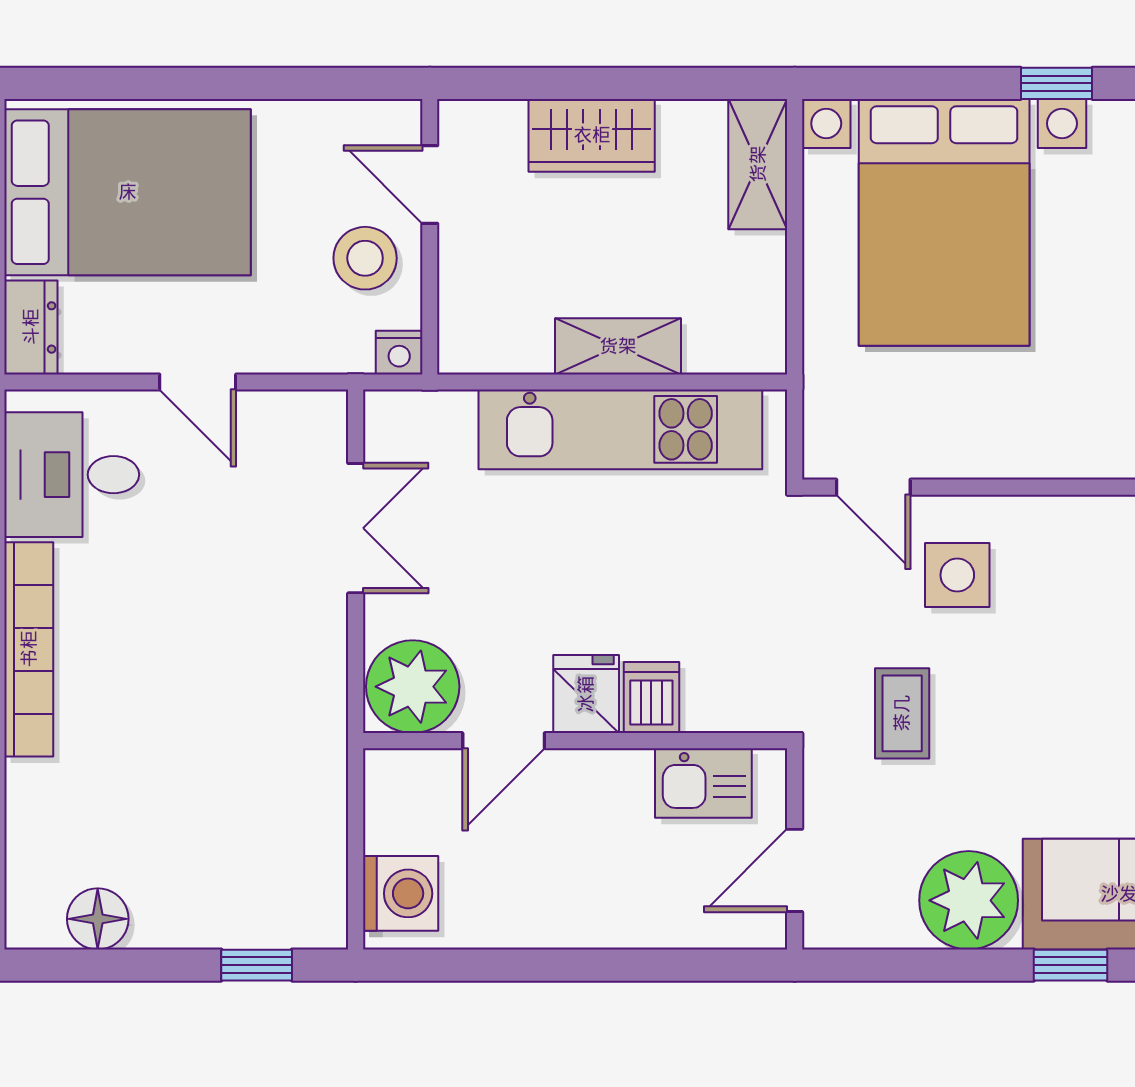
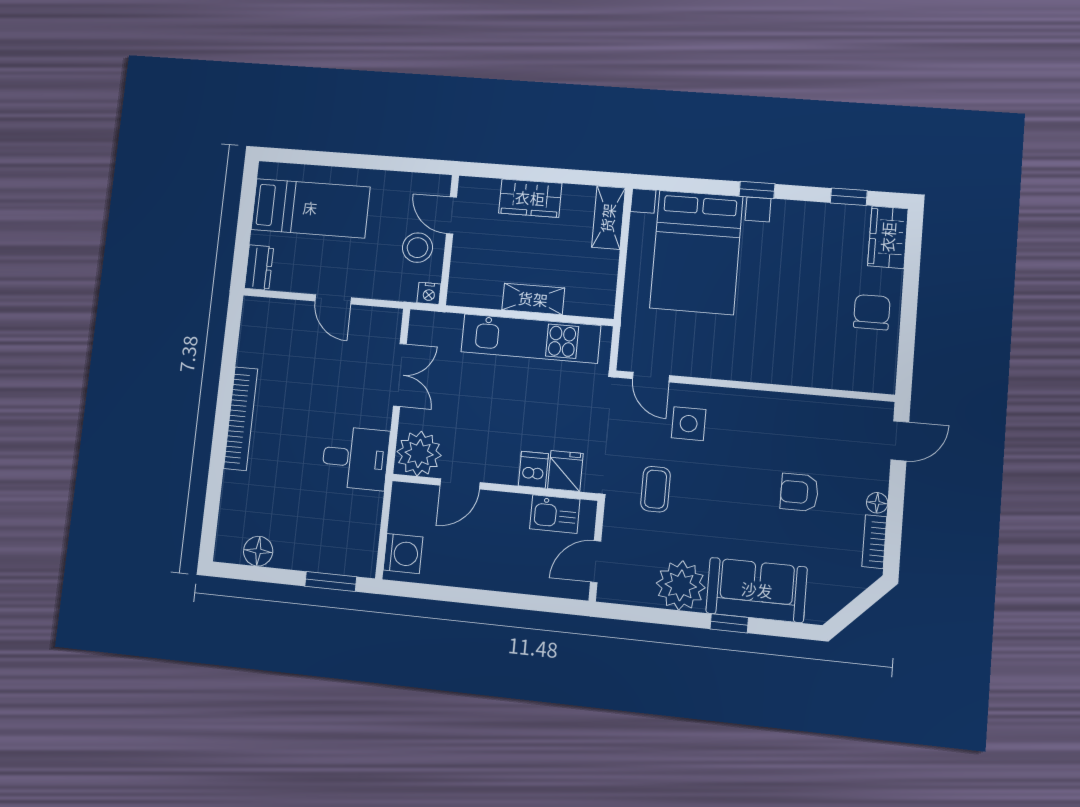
bed: (128, 192) -> (310, 208), width x0.67
desk: (72, 475) -> (355, 458), moved, turned 180
fridge: (586, 694) -> (565, 471), moved
window: (257, 965) -> (331, 581), width x1.50

